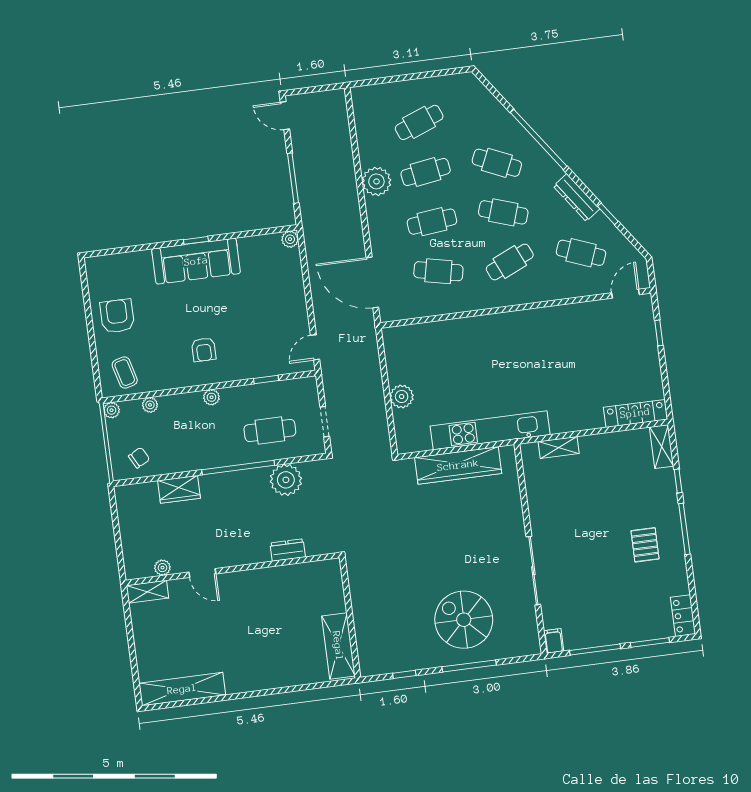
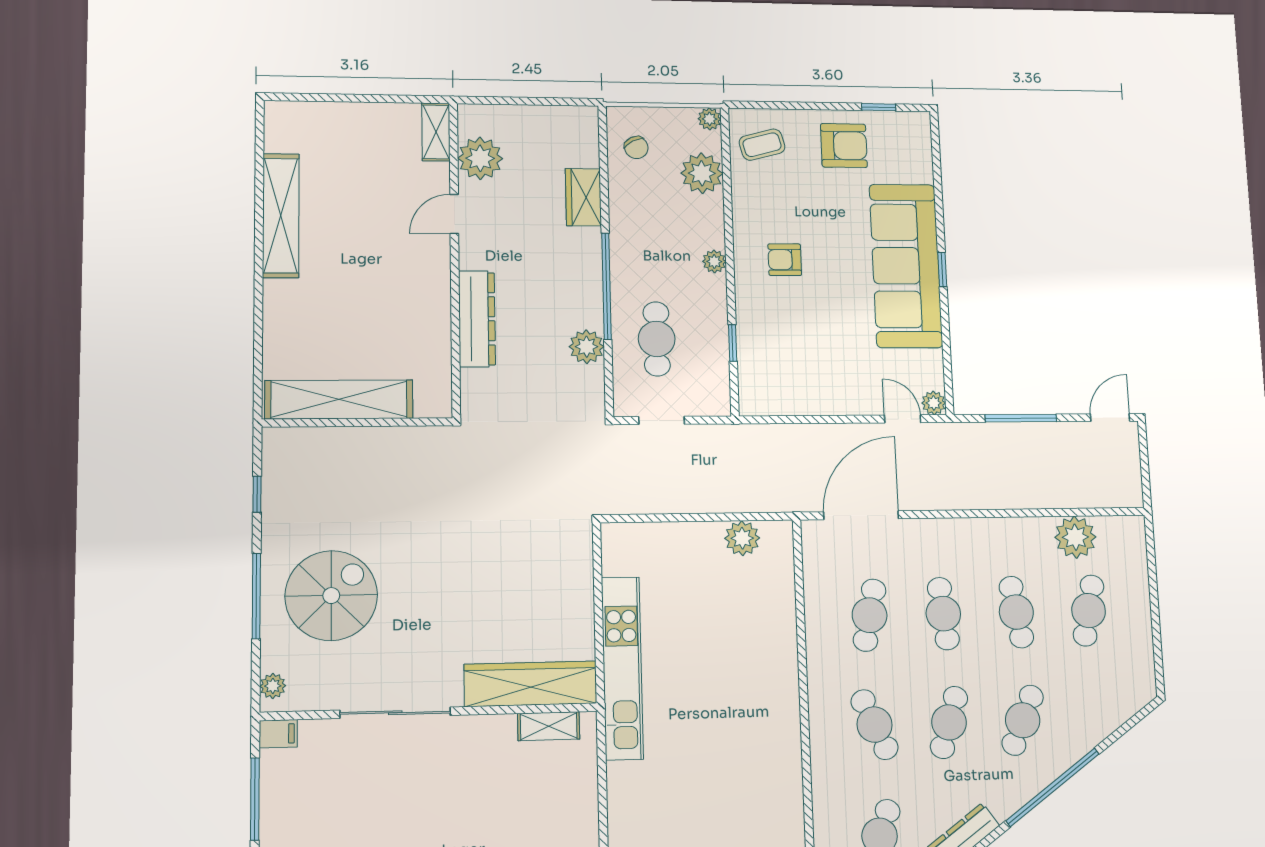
cafe table: (419, 122) -> (1089, 611), turned 33
plant: (376, 181) -> (1075, 537), moved
sofa: (196, 261) -> (906, 266), width x1.36, depth x1.27
window: (86, 294) -> (879, 107), added
door: (315, 347) -> (903, 419), moved
plant: (402, 397) -> (742, 538), moved
plant: (150, 405) -> (702, 173), width x1.87, depth x1.87
shelving: (559, 448) -> (549, 726), moved, turned 90
wardrobe: (458, 465) -> (531, 684), moved, turned 90
plant: (286, 480) -> (587, 347), width x0.73, depth x0.73
dresser: (288, 550) -> (477, 319), width x1.96, depth x1.24
plant: (162, 568) -> (480, 158), width x1.87, depth x1.87
shelving: (338, 646) -> (339, 399), width x1.47
plant: (524, 648) -> (273, 686), added
shelving: (182, 689) -> (281, 216), moved

